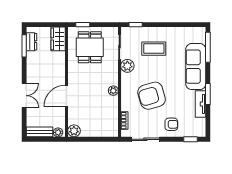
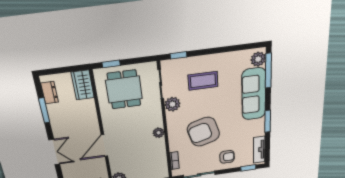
plant: (199, 36) -> (258, 59), added
window: (24, 46) -> (44, 110), moved
tv unit: (201, 104) -> (259, 150), moved

